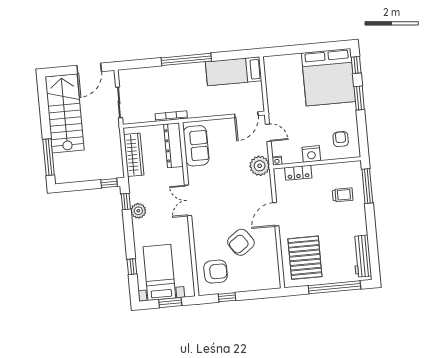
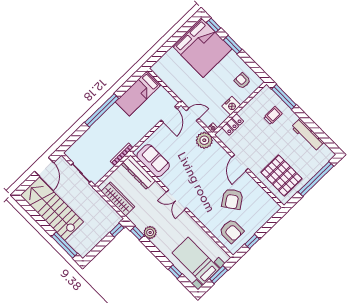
workbench: (362, 256) -> (308, 135), moved
armchair: (216, 272) -> (231, 231), turned 90

